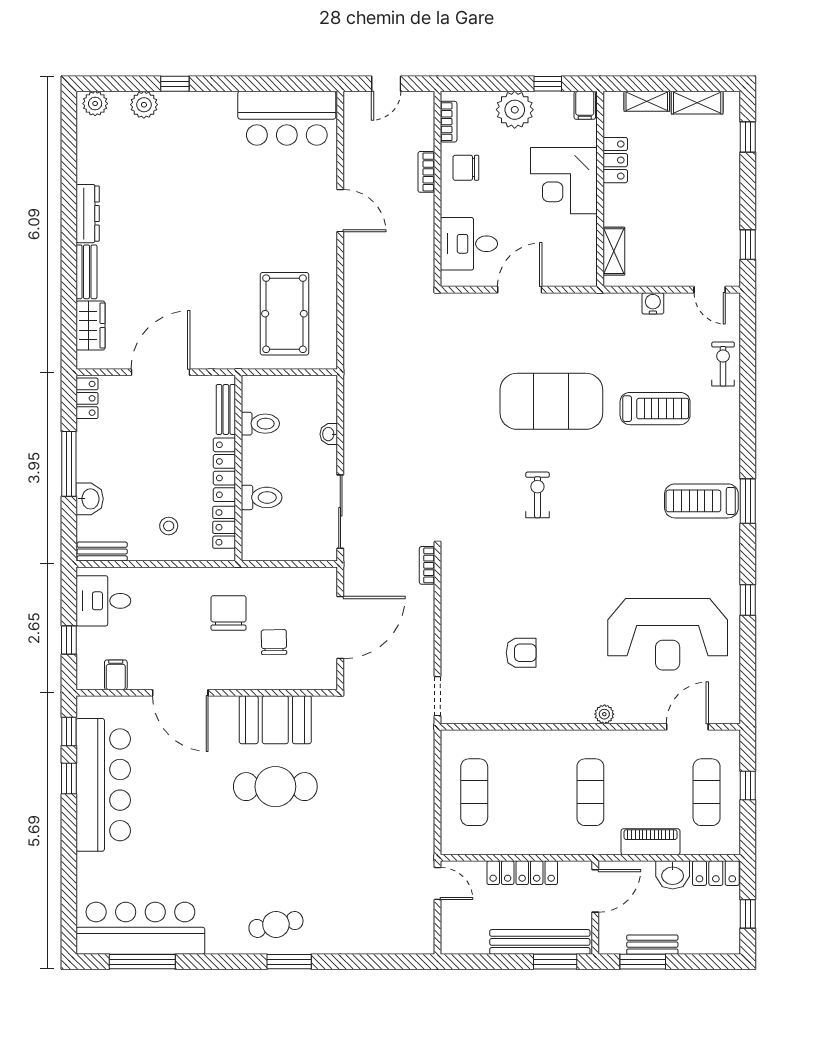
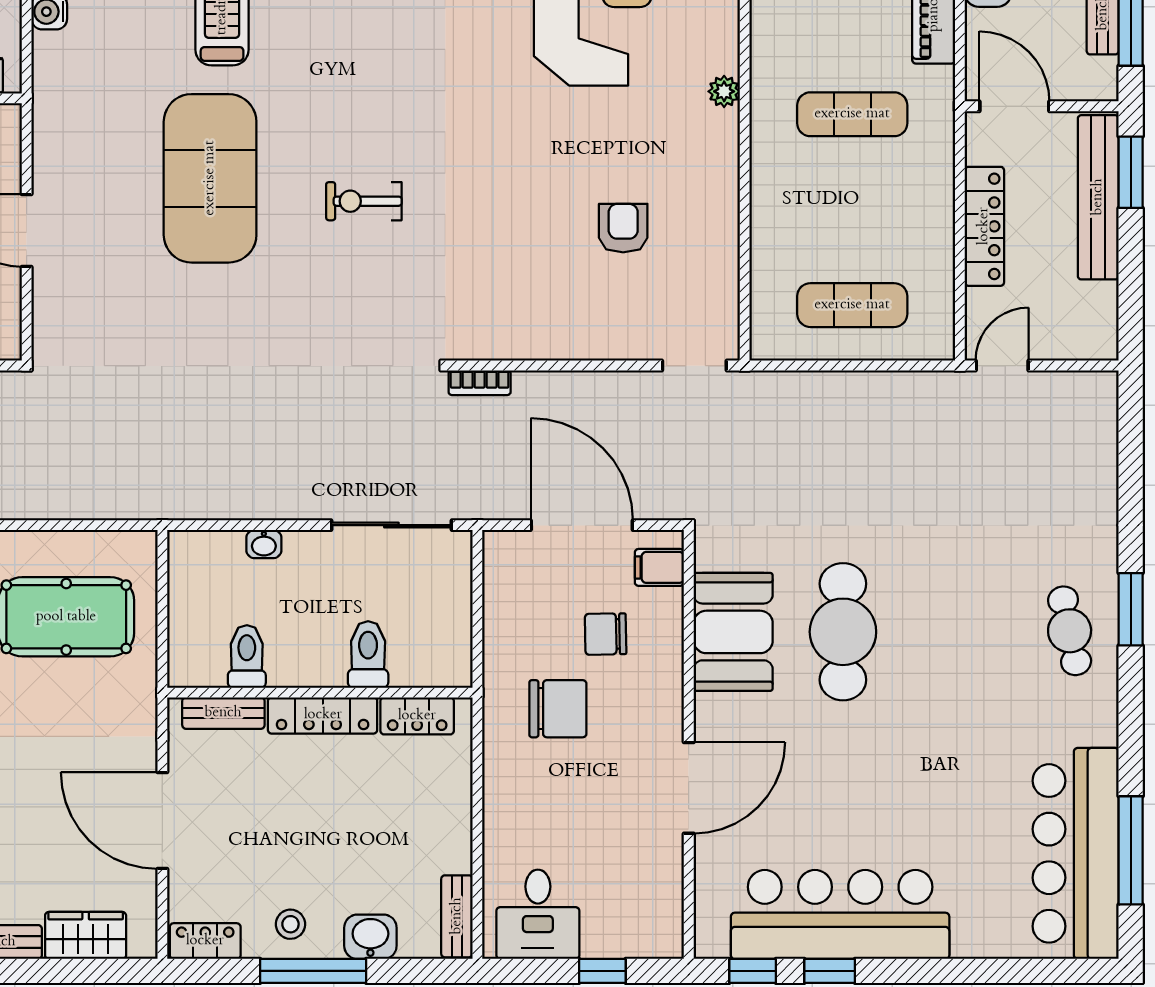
stool: (169, 526) -> (290, 924), moved
chair: (229, 613) -> (558, 709), turned 180
filing cabinet: (116, 675) -> (659, 567), moved

